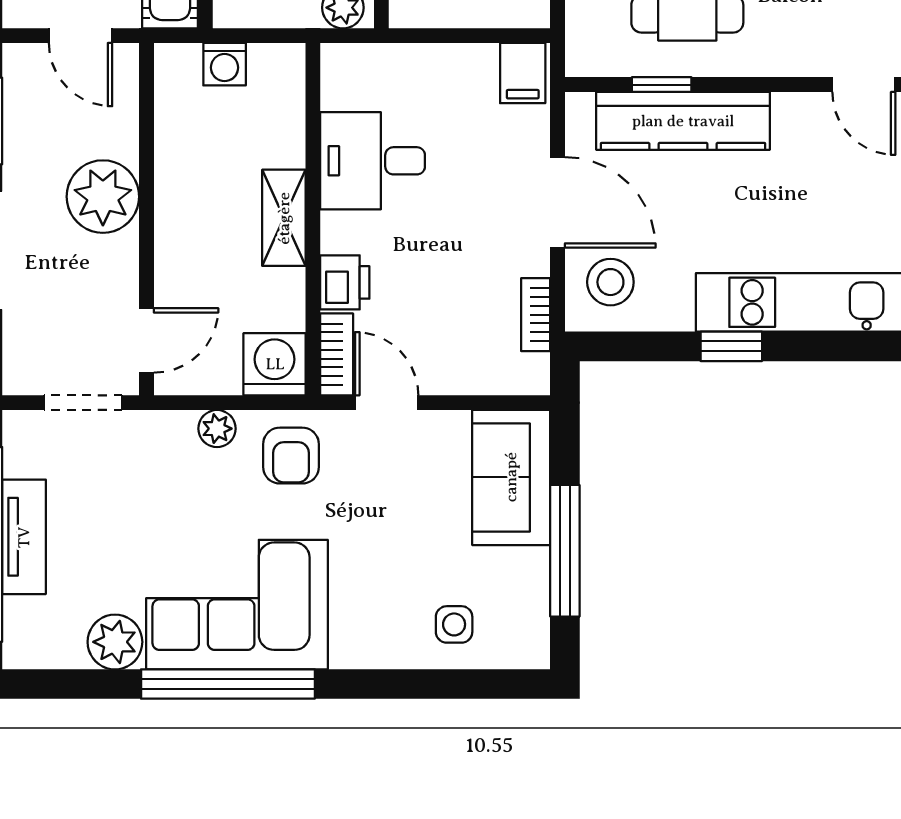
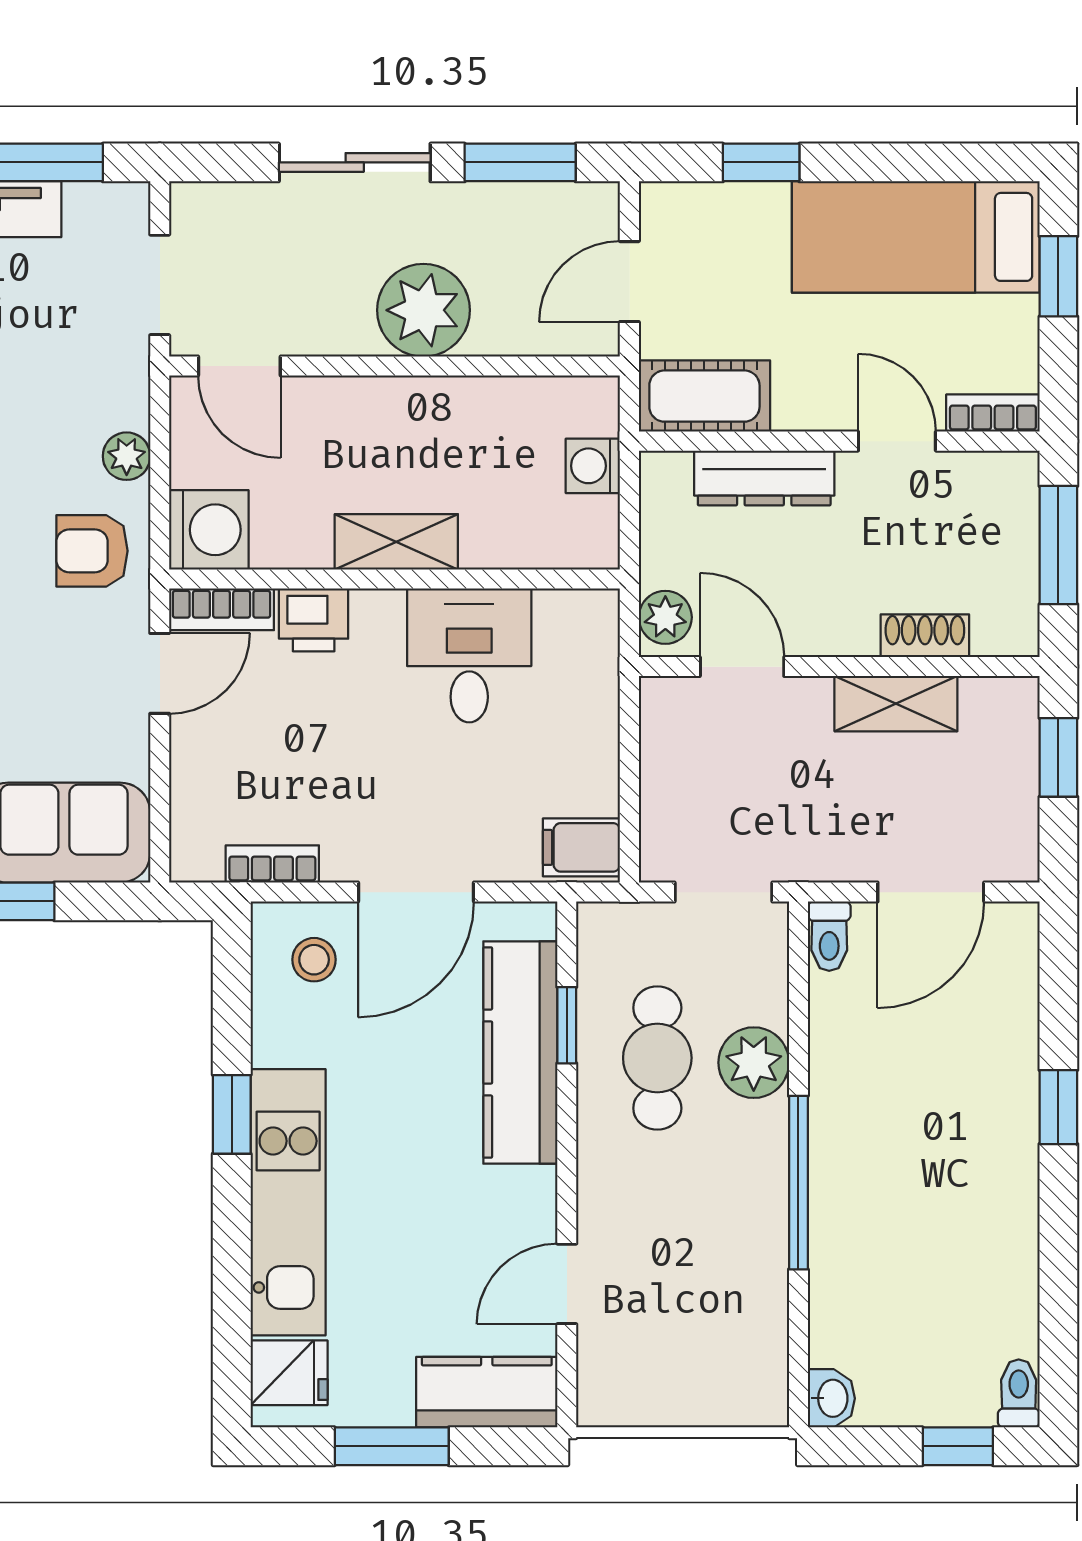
stool: (610, 282) -> (314, 960), width x0.73, depth x0.73

